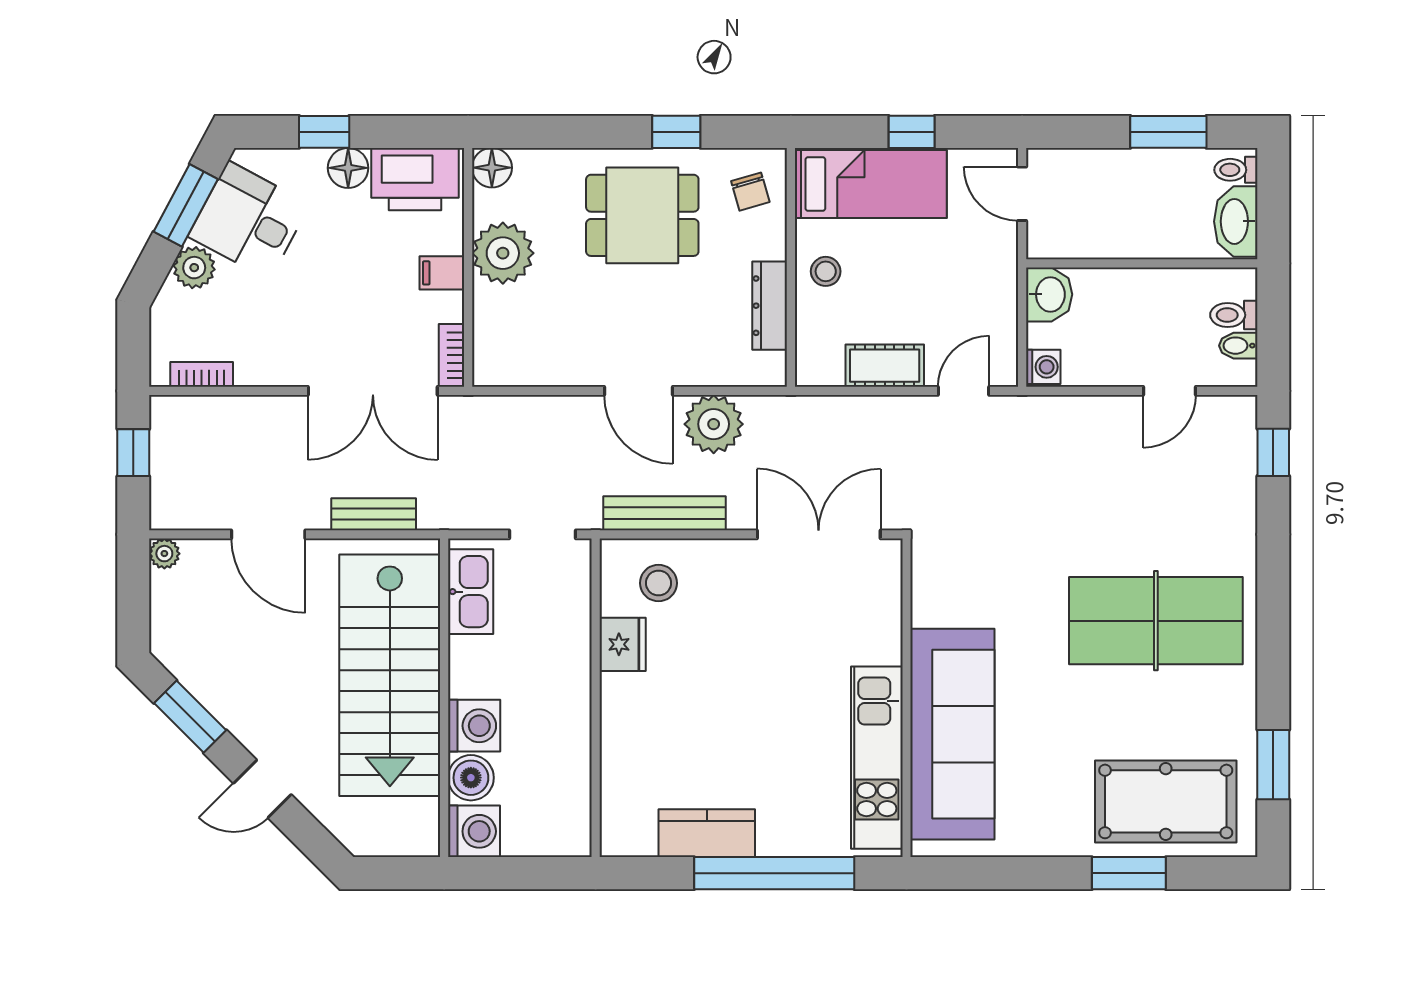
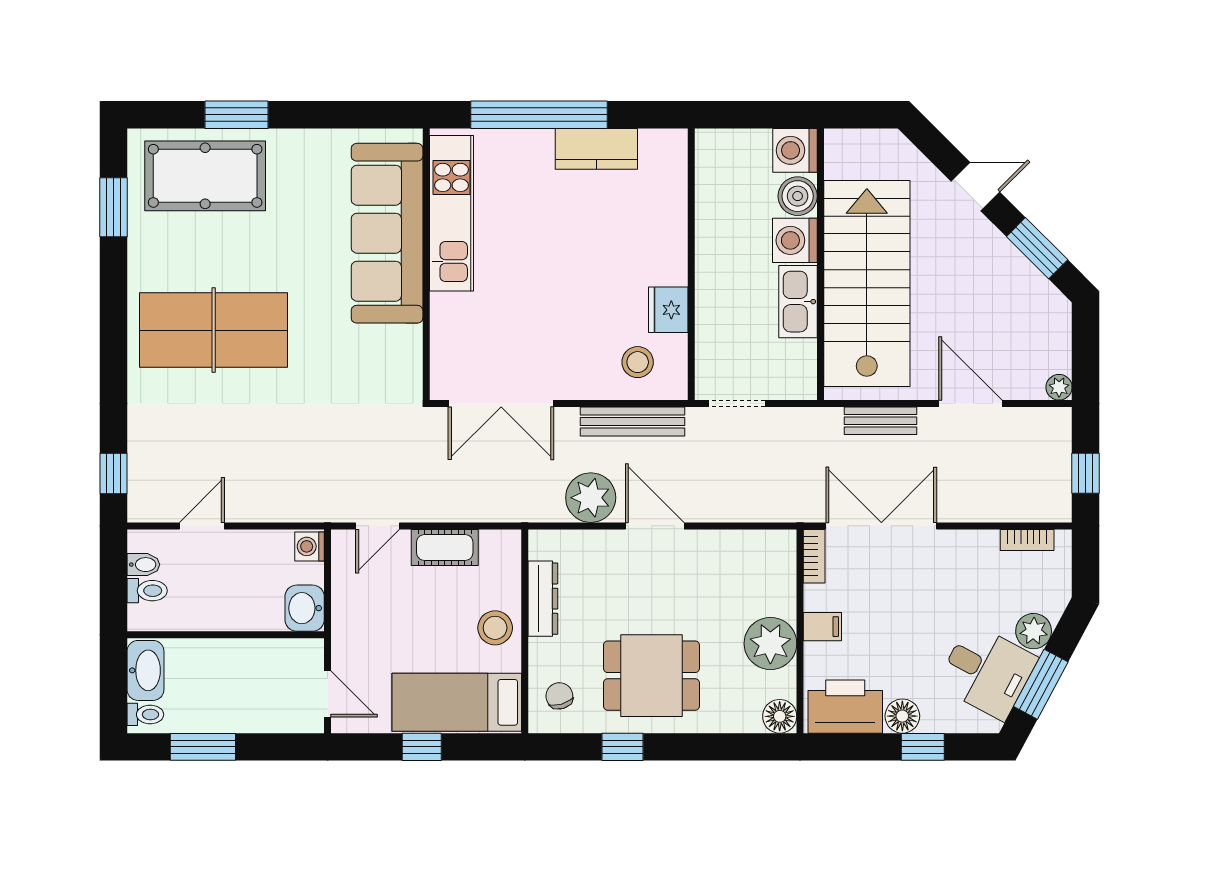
stool: (826, 271) -> (495, 628), width x1.37, depth x1.37
kitchen sink: (471, 592) -> (798, 302), moved

